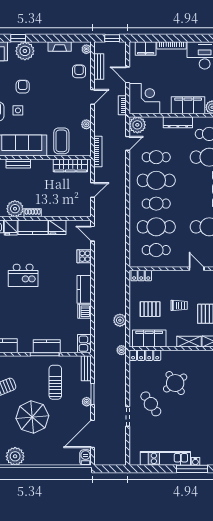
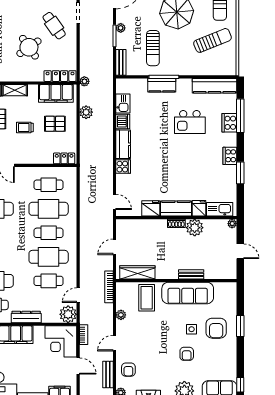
cooker: (84, 256) -> (123, 167), moved
kitchen island: (23, 275) -> (190, 122), moved, turned 180
kitchen sink: (84, 344) -> (123, 104), moved

